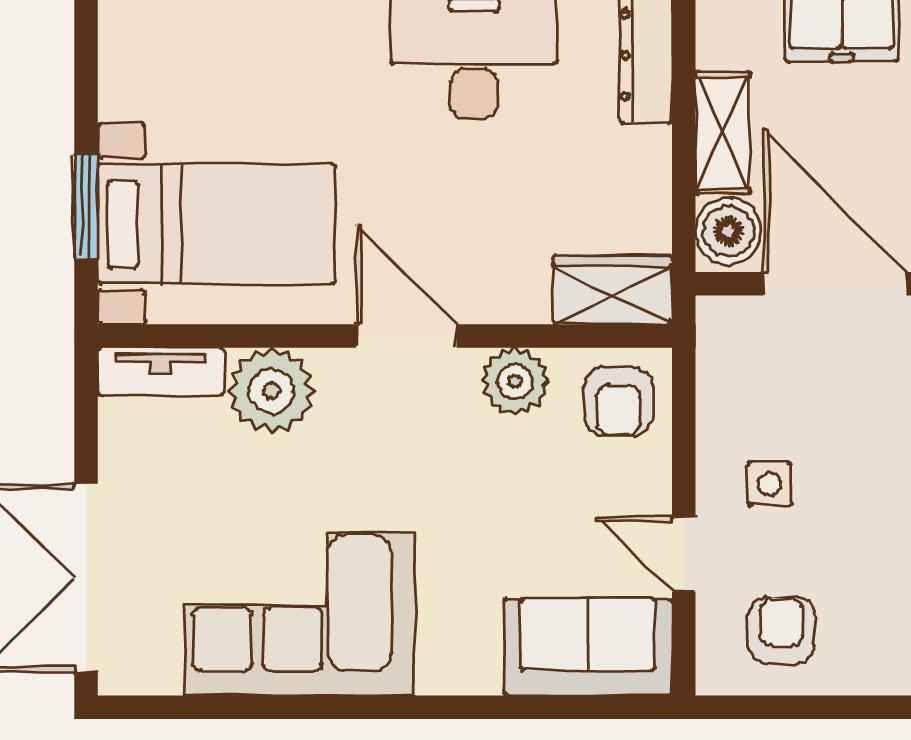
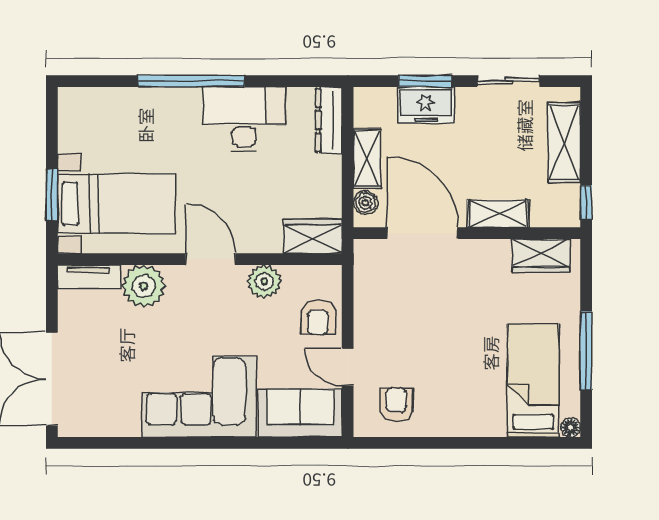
boiler: (728, 231) -> (365, 203), width x0.73, depth x0.73
armchair: (618, 401) -> (318, 317), moved
side table: (769, 484) -> (390, 332), removed
corner sofa: (300, 614) -> (199, 397), moved

